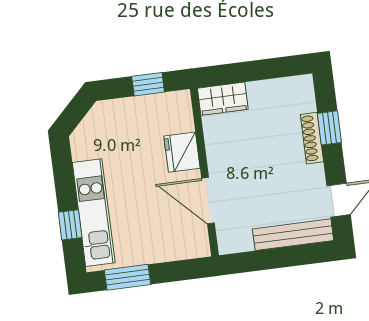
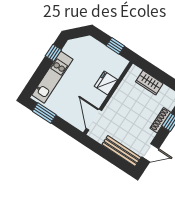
wardrobe: (223, 99) -> (149, 83), moved
door: (208, 201) -> (94, 120), moved
window: (70, 225) -> (53, 53), moved

